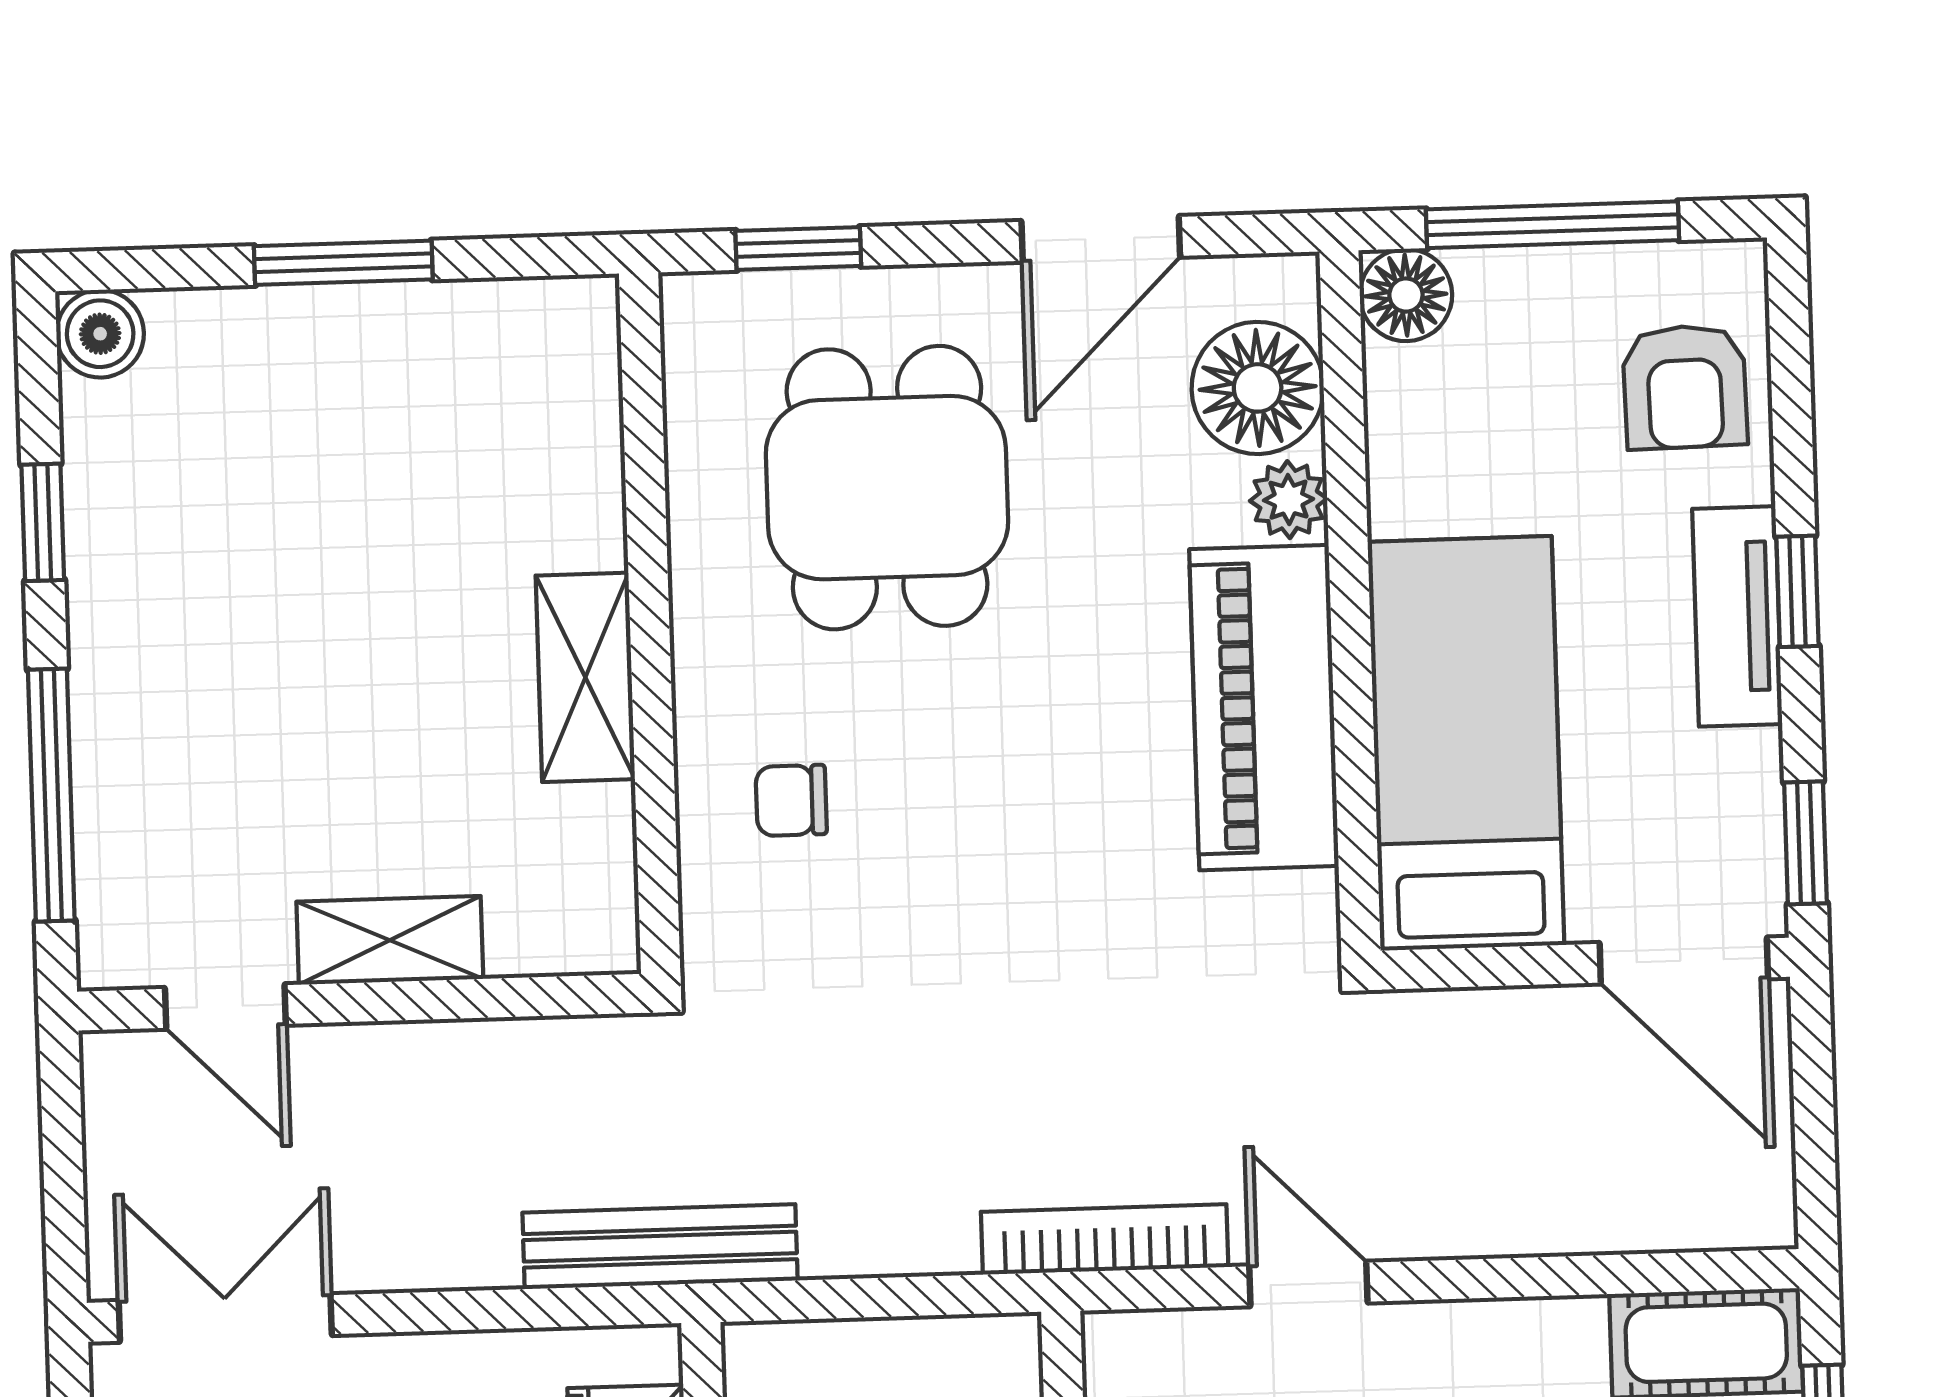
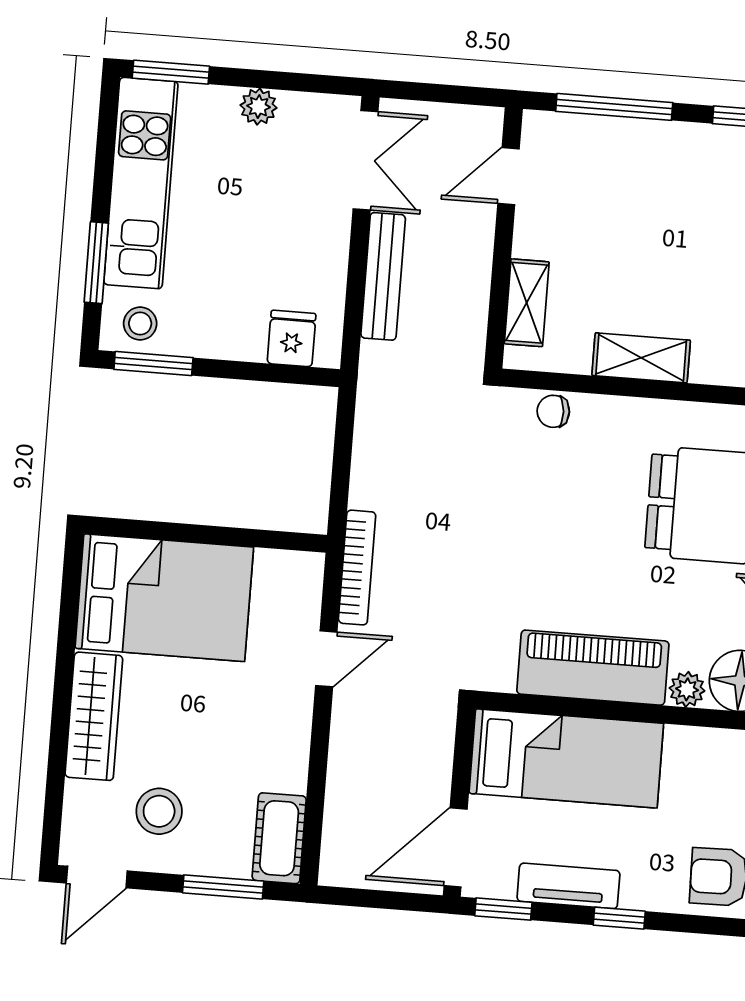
tv unit: (1737, 616) -> (568, 886), moved
chair: (791, 800) -> (553, 411), moved, turned -93
shelving: (390, 940) -> (527, 303), moved
bench: (660, 1247) -> (383, 276), moved

